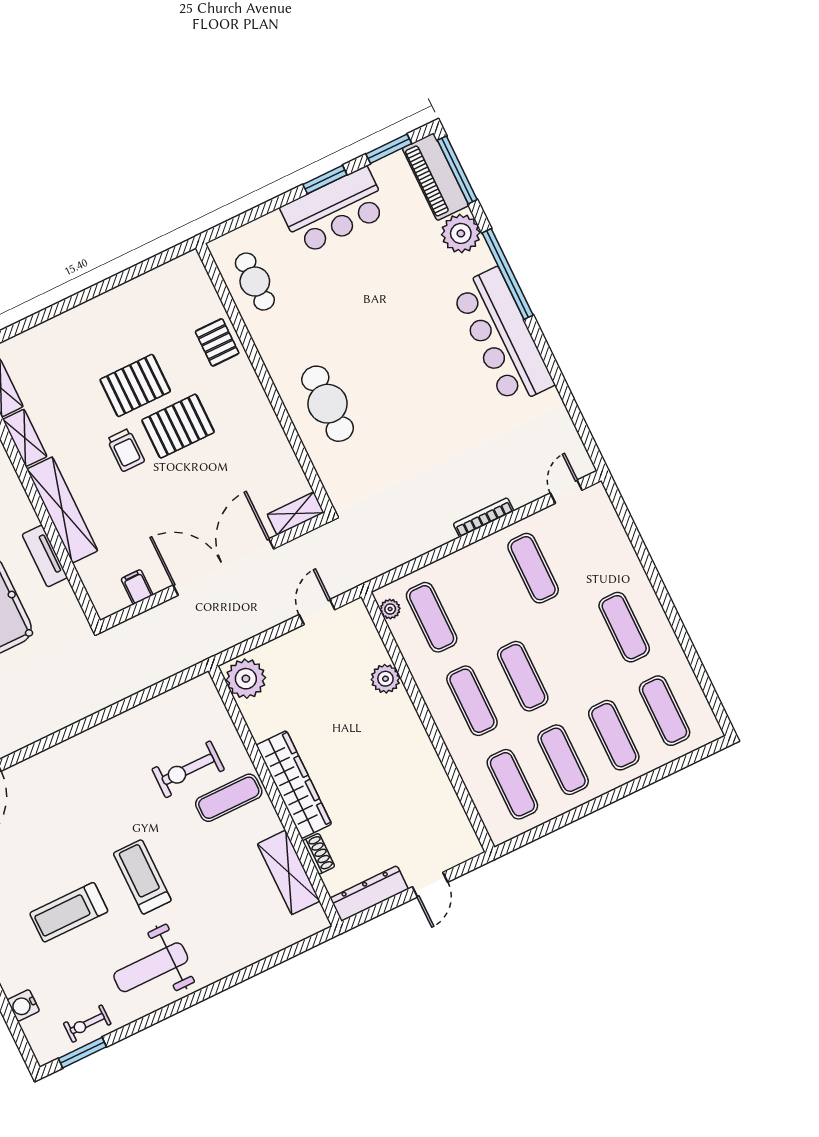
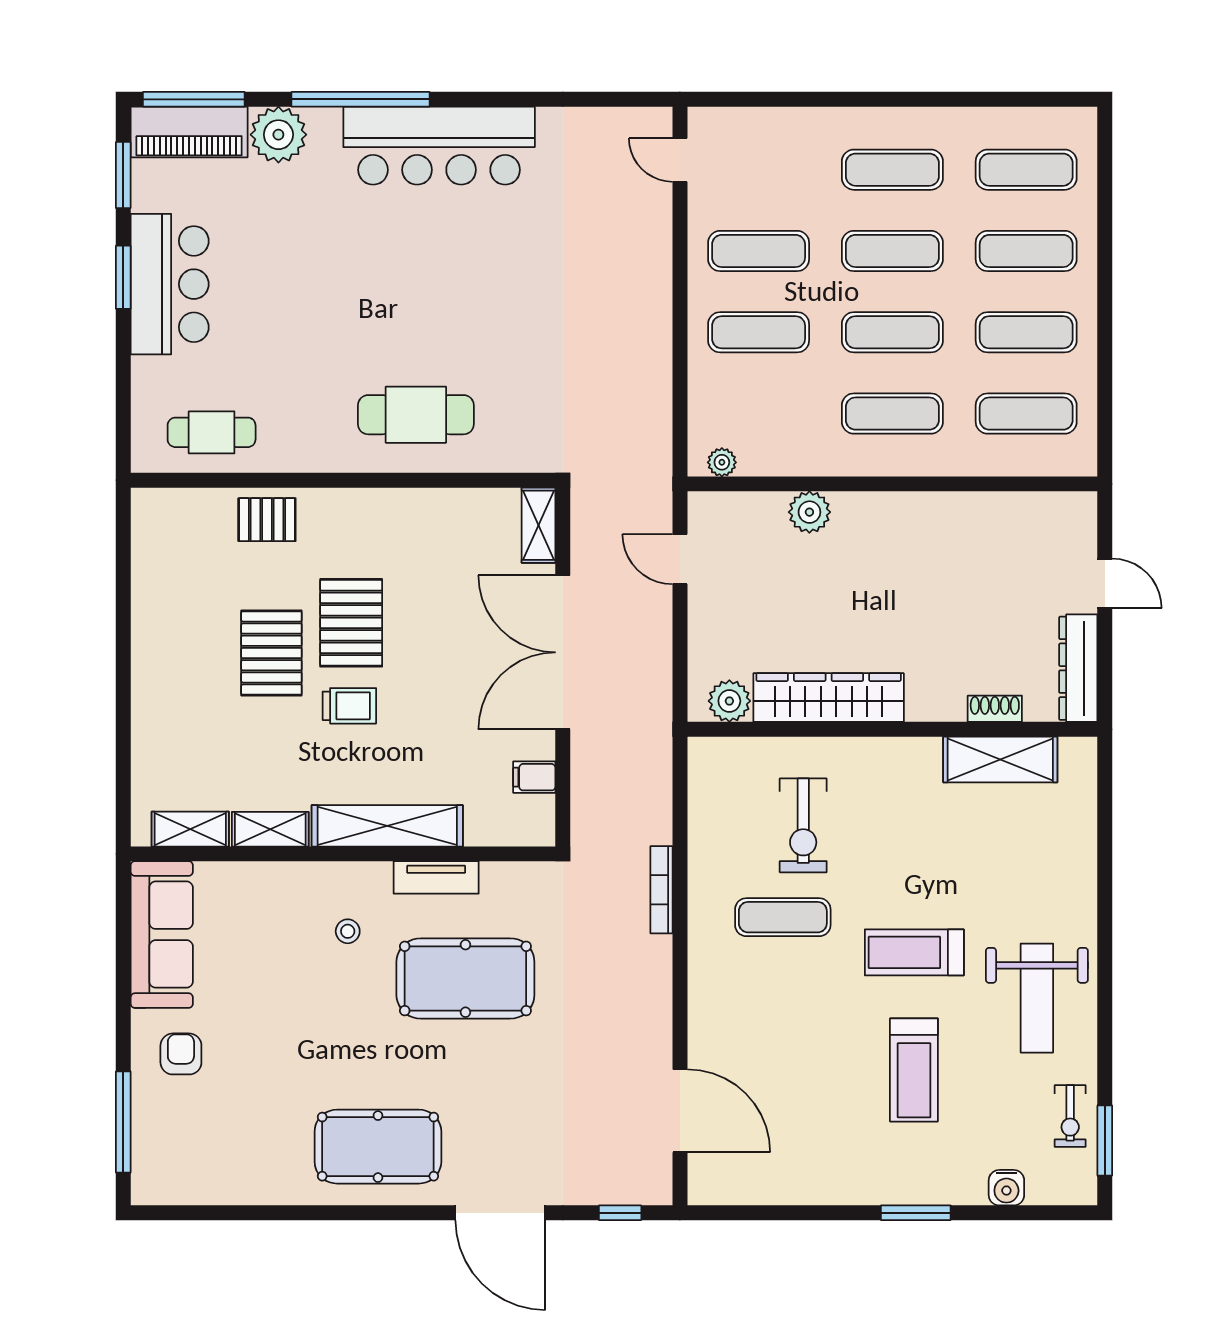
bookcase: (483, 517) -> (661, 890), moved
exercise mat: (432, 617) -> (759, 332), moved
exercise mat: (573, 652) -> (892, 251), added
plant: (246, 679) -> (729, 701), width x0.73, depth x0.73
wardrobe: (294, 785) -> (829, 698), moved
exercise mat: (229, 798) -> (783, 917), moved, turned 90

